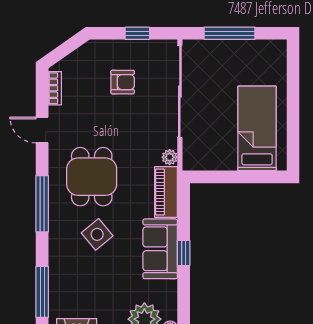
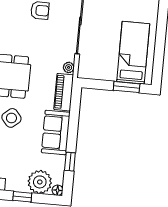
window: (252, 177) -> (127, 87), added
window: (184, 253) -> (70, 162), moved

